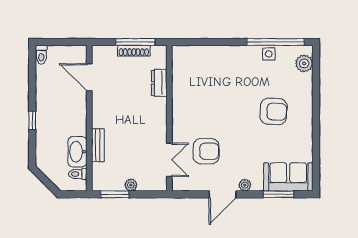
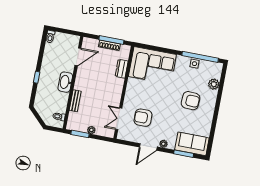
plant: (304, 63) -> (214, 84), moved
corner sofa: (205, 69) -> (152, 66), added
door: (89, 77) -> (78, 57), swing flipped
armchair: (206, 151) -> (143, 118), turned 180
washbasin: (77, 152) -> (65, 82), moved
double door: (169, 160) -> (119, 119), swing flipped

